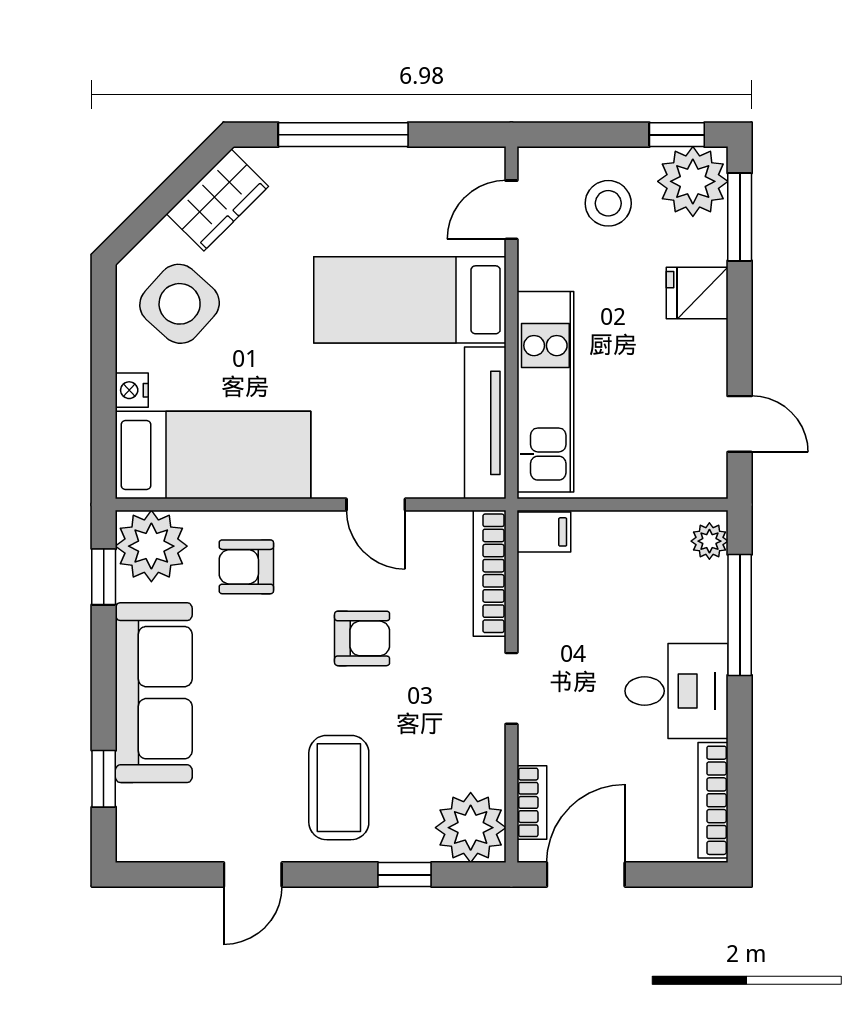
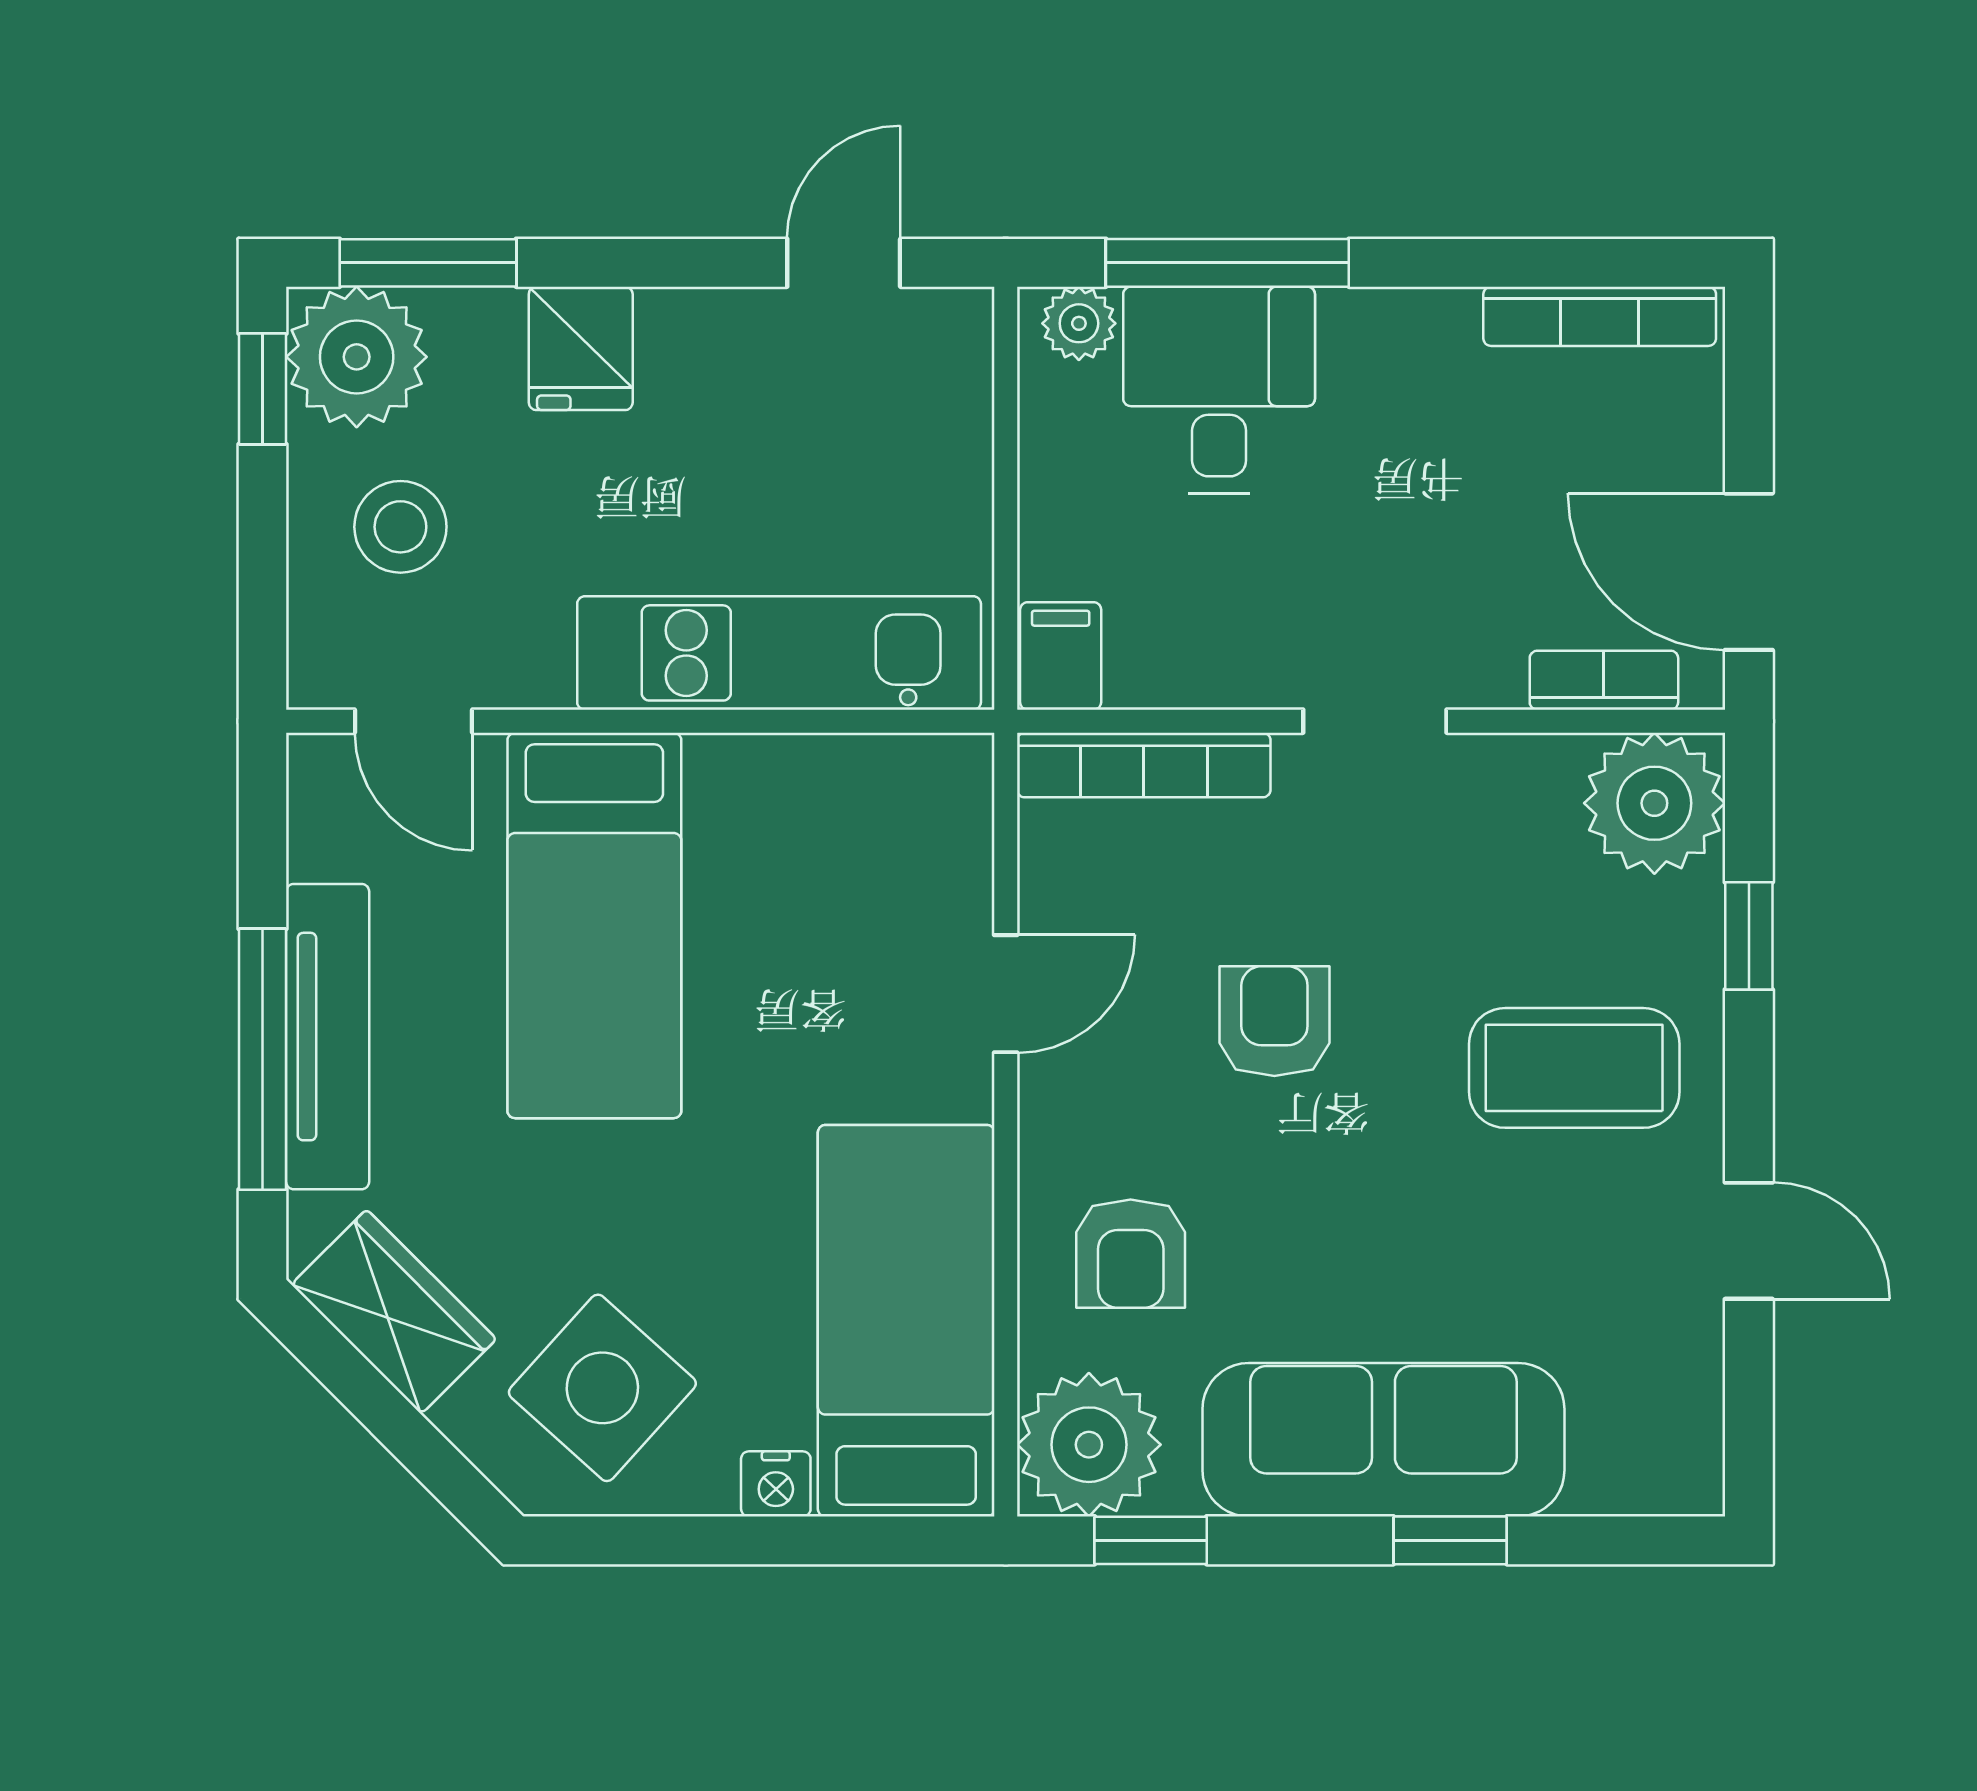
tv unit: (485, 423) -> (328, 1037), moved, turned -90
desk: (676, 691) -> (1219, 390), moved
window: (104, 779) -> (1450, 1540), moved

